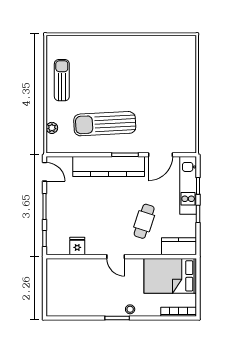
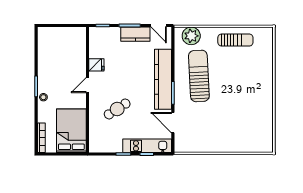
plant: (52, 128) -> (191, 36), width x1.88, depth x1.88
door: (44, 172) -> (159, 26), hinge flipped
cafe table: (144, 221) -> (117, 109), turned -51
fridge: (77, 246) -> (96, 65), moved
kitchen counter: (179, 246) -> (135, 34), moved, turned 90

